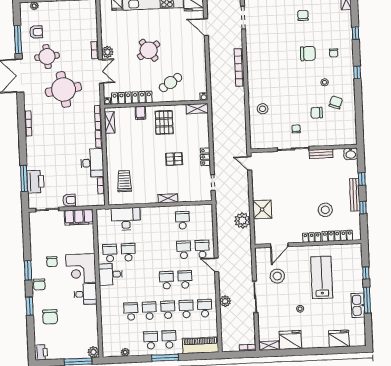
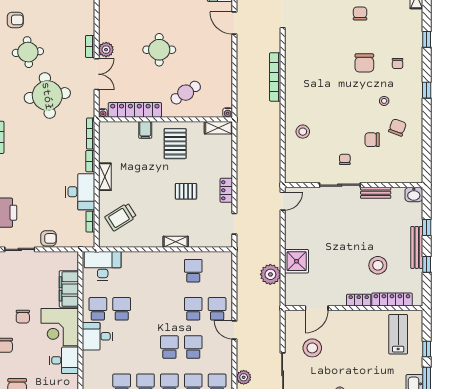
round table: (149, 50) -> (159, 50), turned 35
chair: (308, 54) -> (364, 63), turned 90
shelving: (110, 122) -> (105, 177), moved
door: (249, 163) -> (283, 201), swing flipped
trolley: (124, 181) -> (121, 217), turned -122
filing cabinet: (79, 217) -> (69, 289), moved, turned 90
desk: (126, 219) -> (103, 266), moved
lab bench: (322, 277) -> (398, 334), moved, width x0.73, depth x0.72

